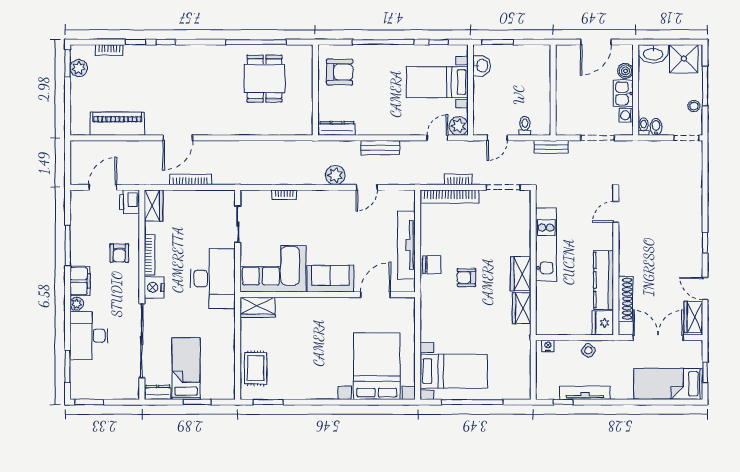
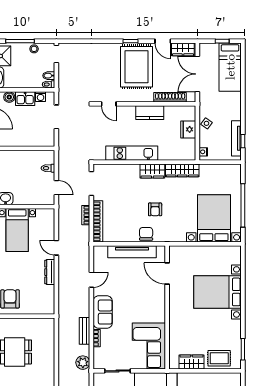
plant: (459, 126) -> (48, 215), removed
dresser: (337, 128) -> (50, 272), moved
door: (437, 138) -> (56, 248), moved
bench: (551, 147) -> (63, 150), removed
bench: (380, 148) -> (84, 331), moved
plant: (335, 175) -> (83, 363), moved
door: (367, 187) -> (91, 280), hinge flipped
rug: (669, 251) -> (137, 67), added
sofa: (330, 279) -> (103, 312), moved, turned 180
kitchen counter: (604, 280) -> (150, 113), width x0.67
door: (705, 289) -> (163, 41), hinge flipped
wardrobe: (258, 307) -> (192, 362), moved, turned -90
wardrobe: (522, 308) -> (182, 170), width x1.50
fridge: (603, 323) -> (188, 129), moved, turned 90
bed with nightstands: (377, 366) -> (218, 292), moved
bed with nightstands: (454, 371) -> (214, 218), width x1.36
tv unit: (585, 393) -> (236, 138), moved

